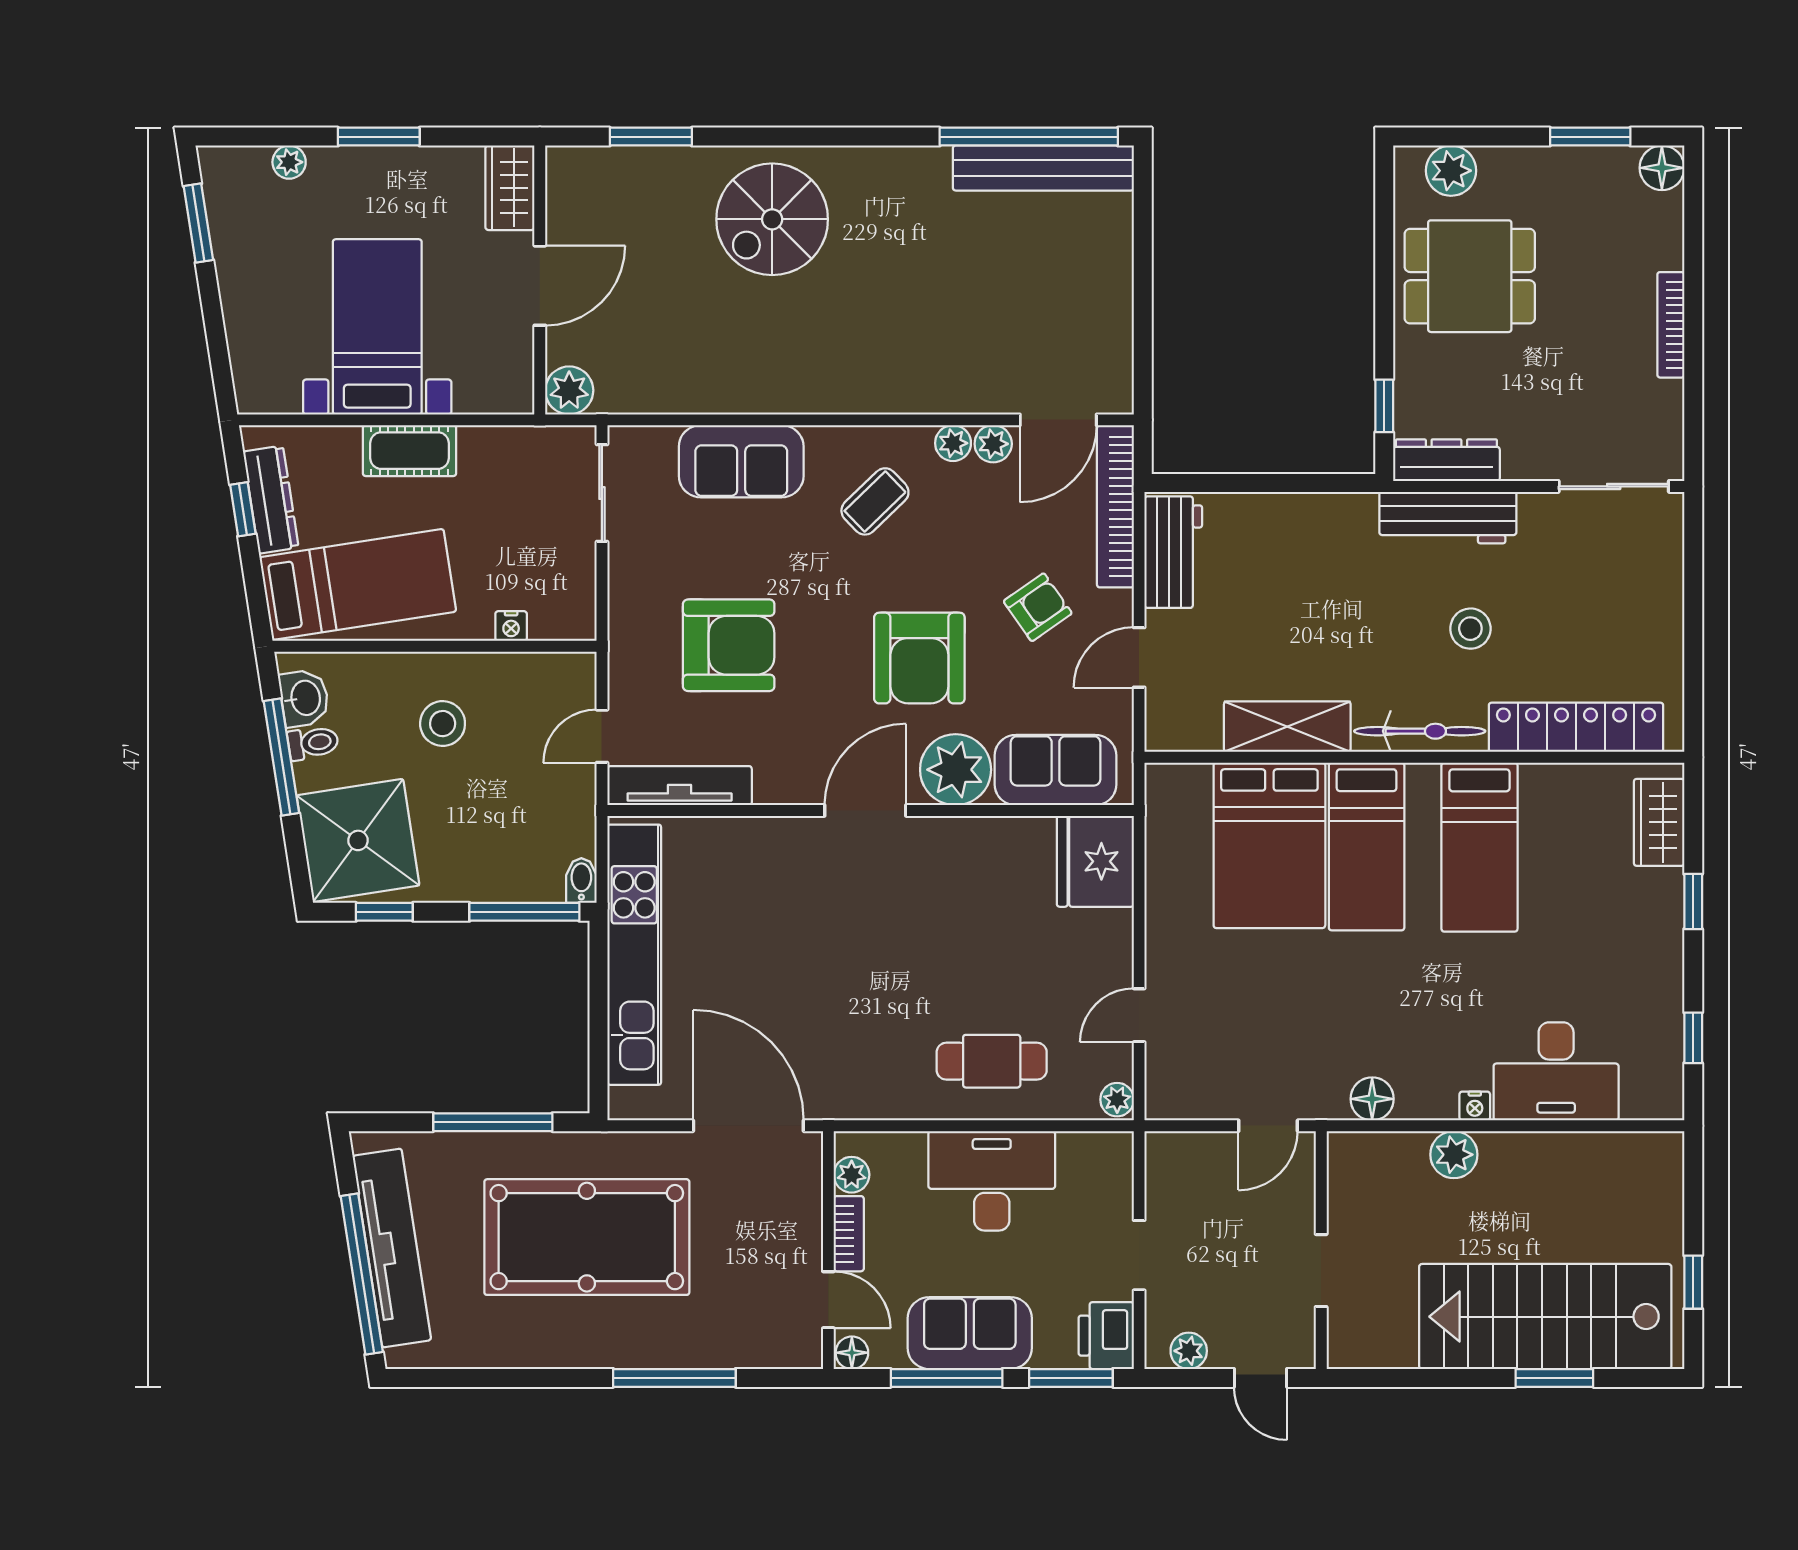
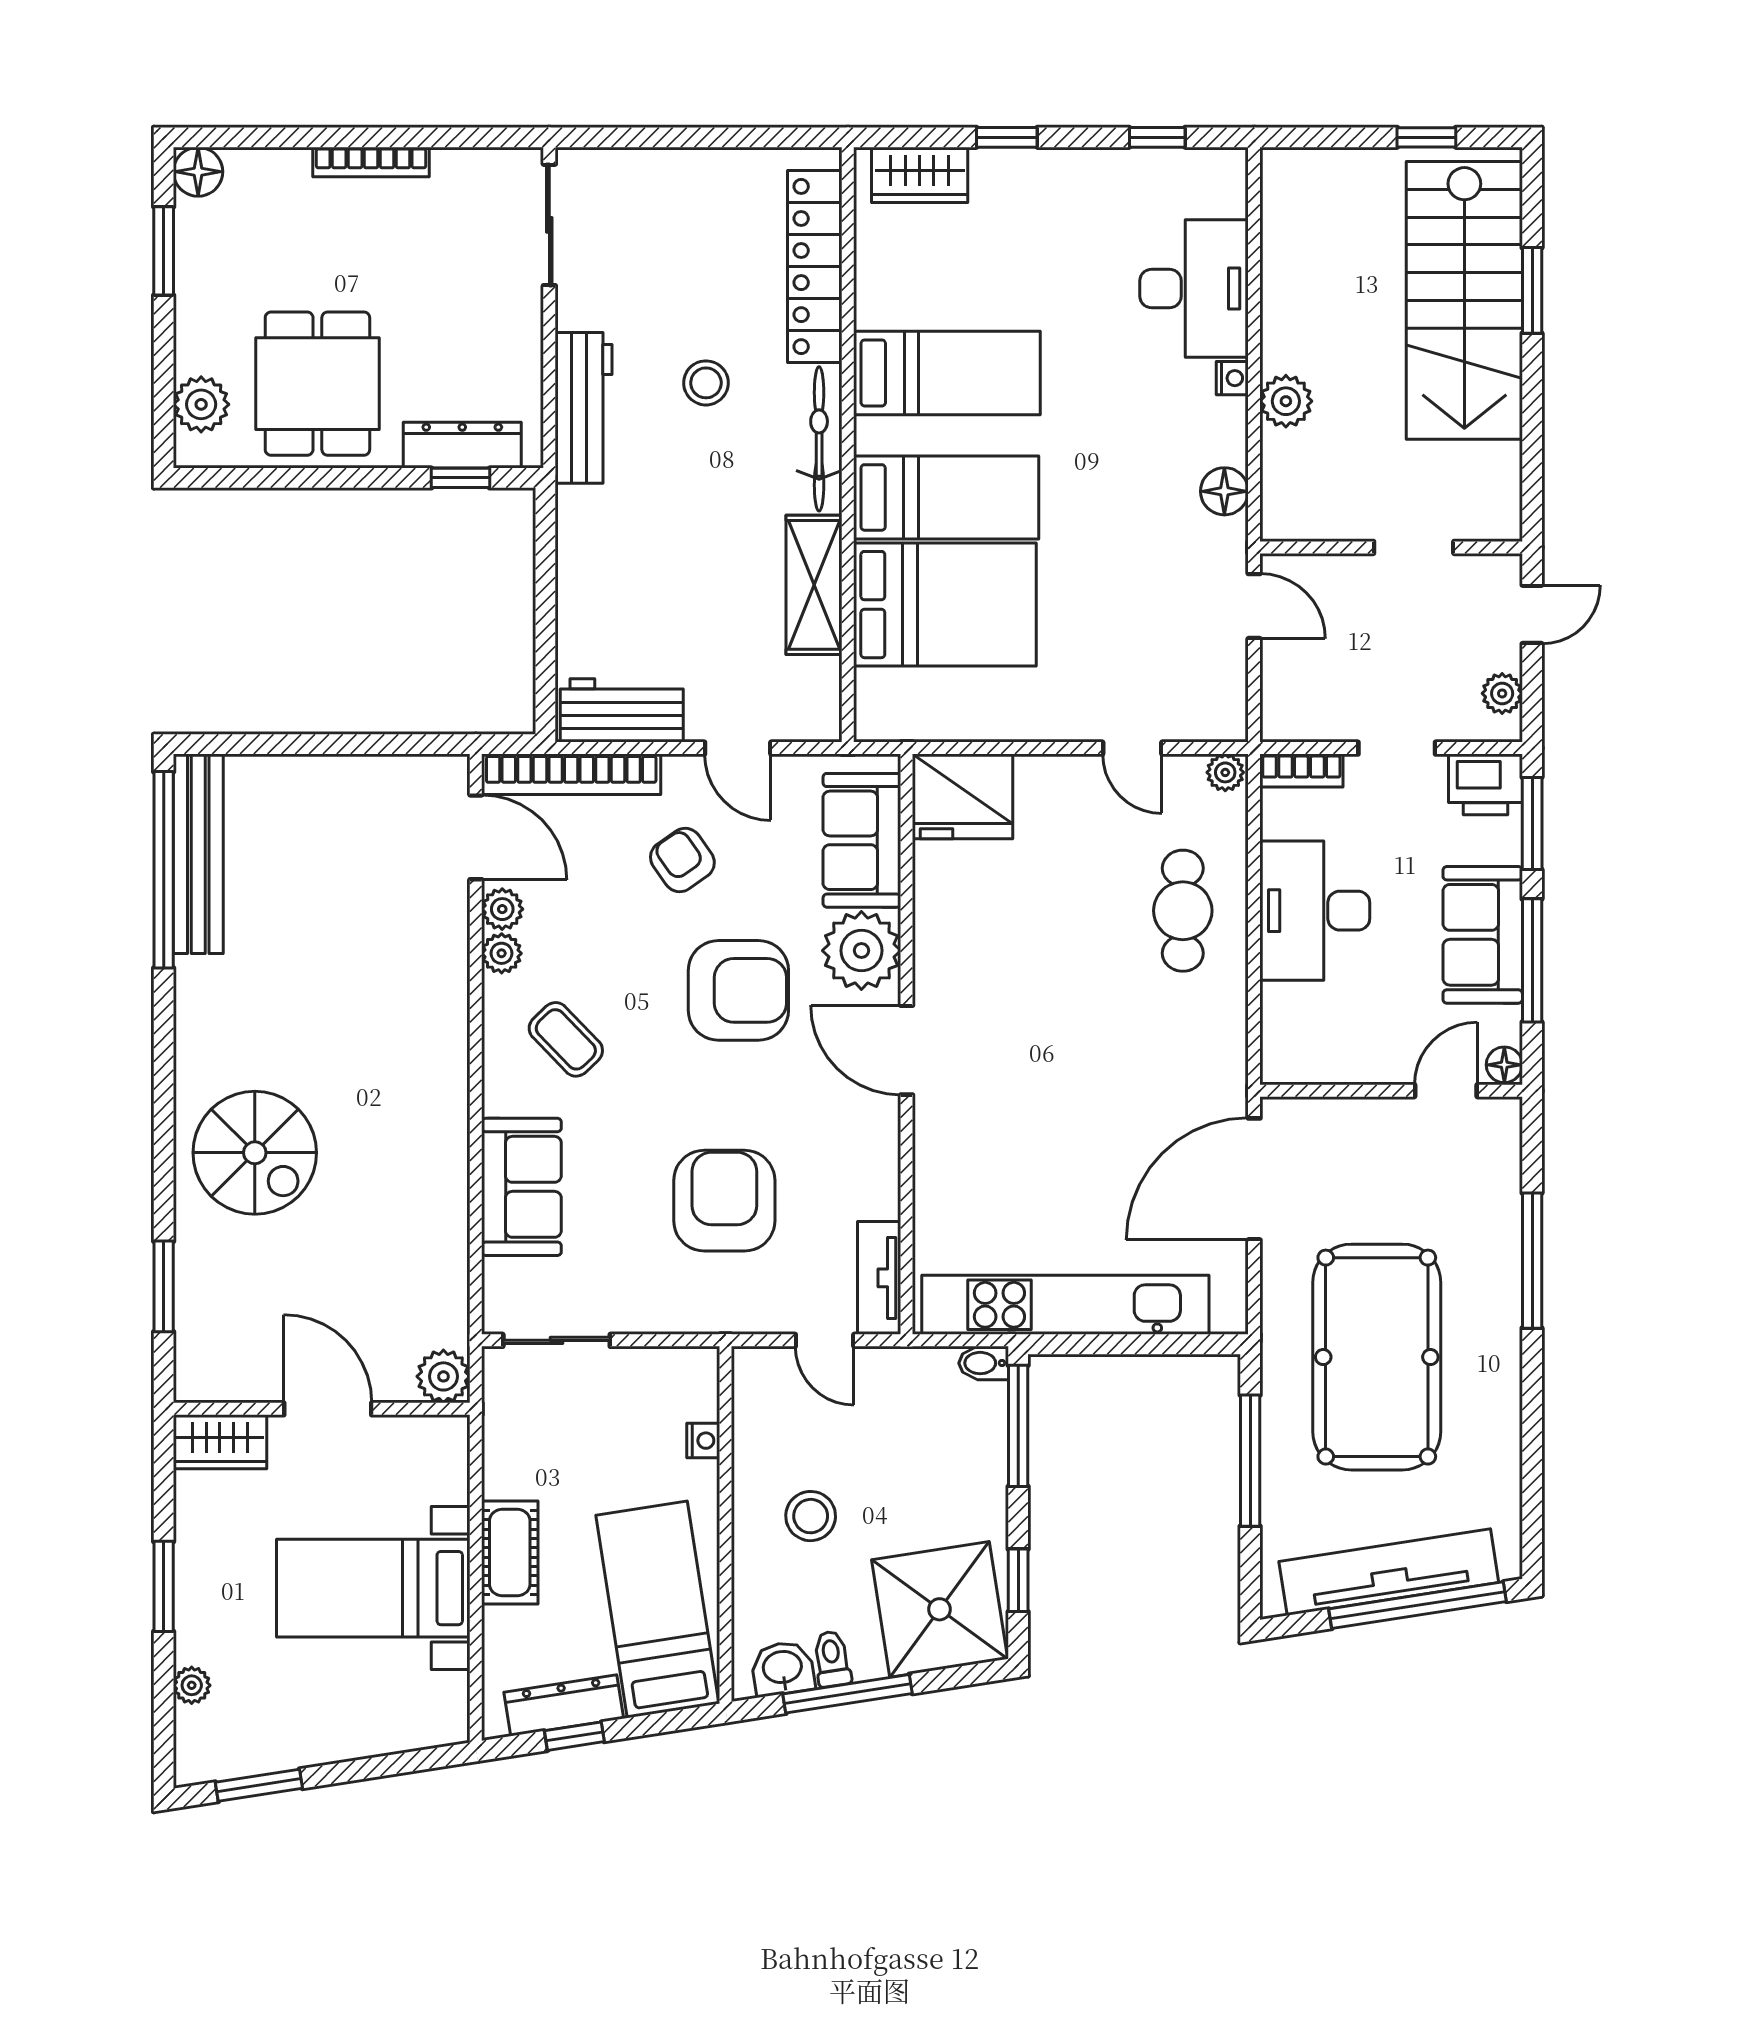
dresser: (1446, 460) -> (462, 445), moved, turned 90
tv unit: (680, 786) -> (879, 1278), width x0.71
plant: (852, 1175) -> (1308, 1065), removed
bookcase: (849, 1234) -> (1301, 771), moved, turned 180

